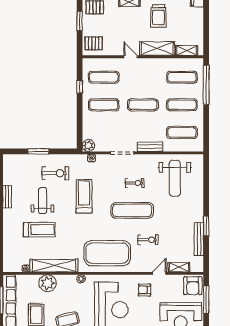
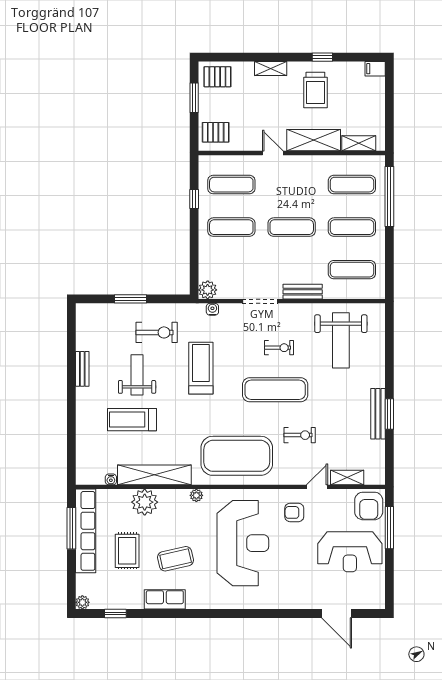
treadmill: (39, 230) -> (132, 420), turned 180
bench: (199, 239) -> (378, 414), moved

